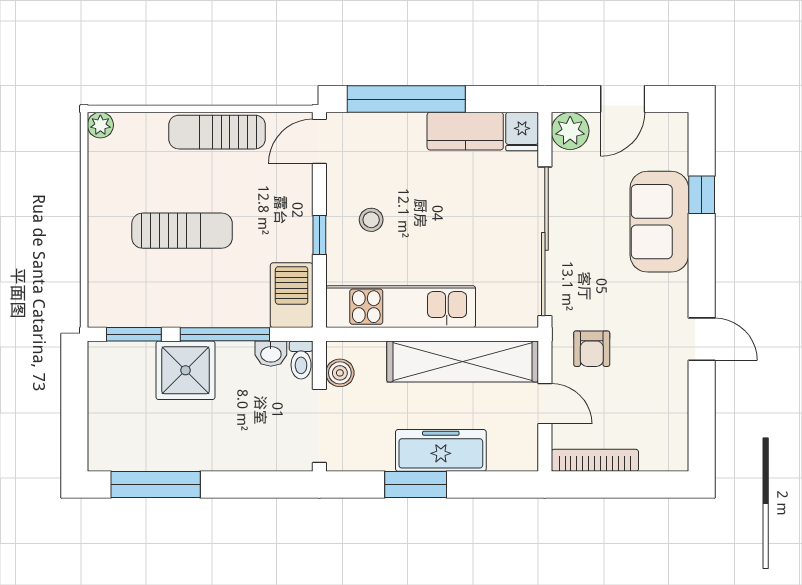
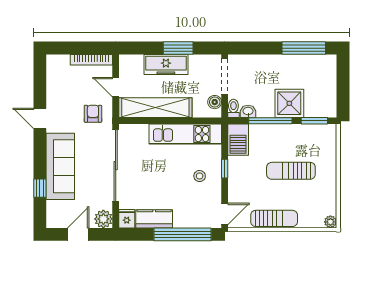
sofa: (659, 222) -> (60, 166), width x1.36

